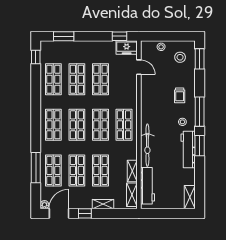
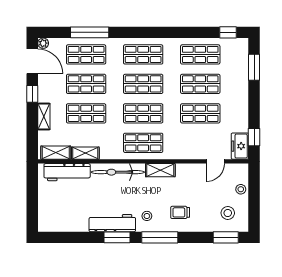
shelving: (190, 197) -> (160, 170), moved

